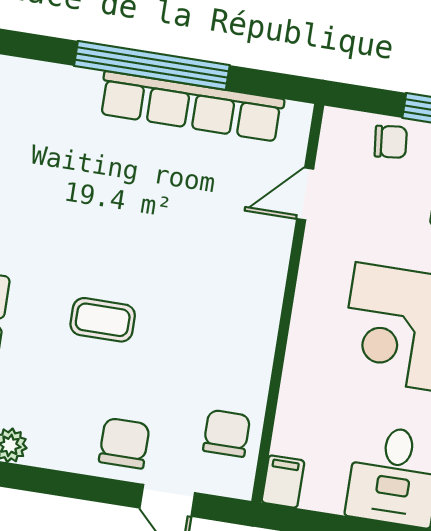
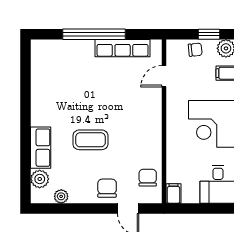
row of seats: (191, 106) -> (123, 48), width x0.73
coffee table: (103, 320) -> (90, 140), width x1.36, depth x1.30

